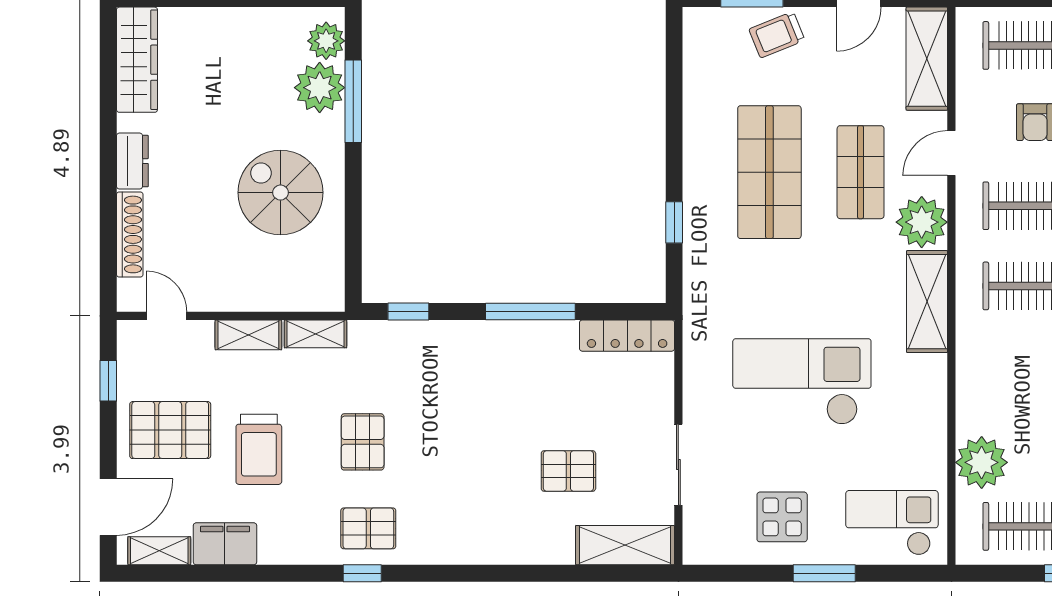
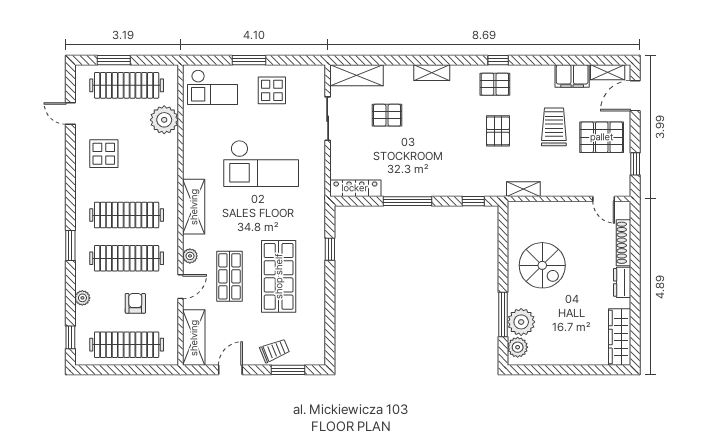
plant: (922, 222) -> (190, 256), width x0.53, depth x0.53
shelving: (248, 335) -> (432, 73), moved

